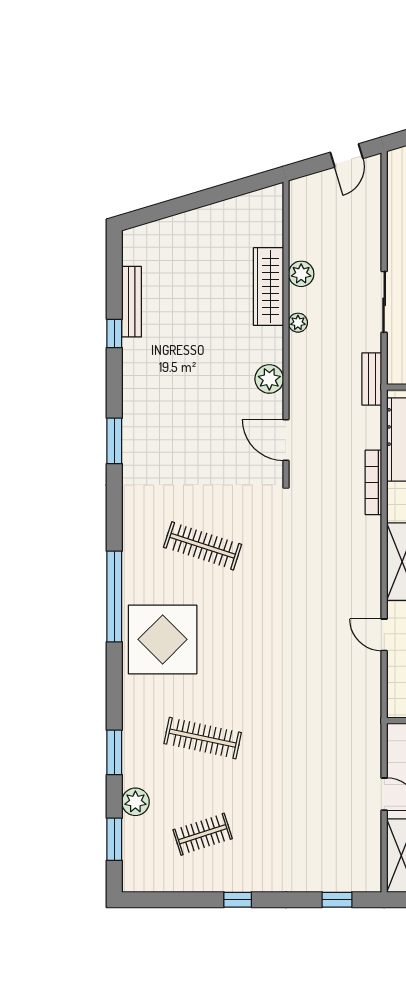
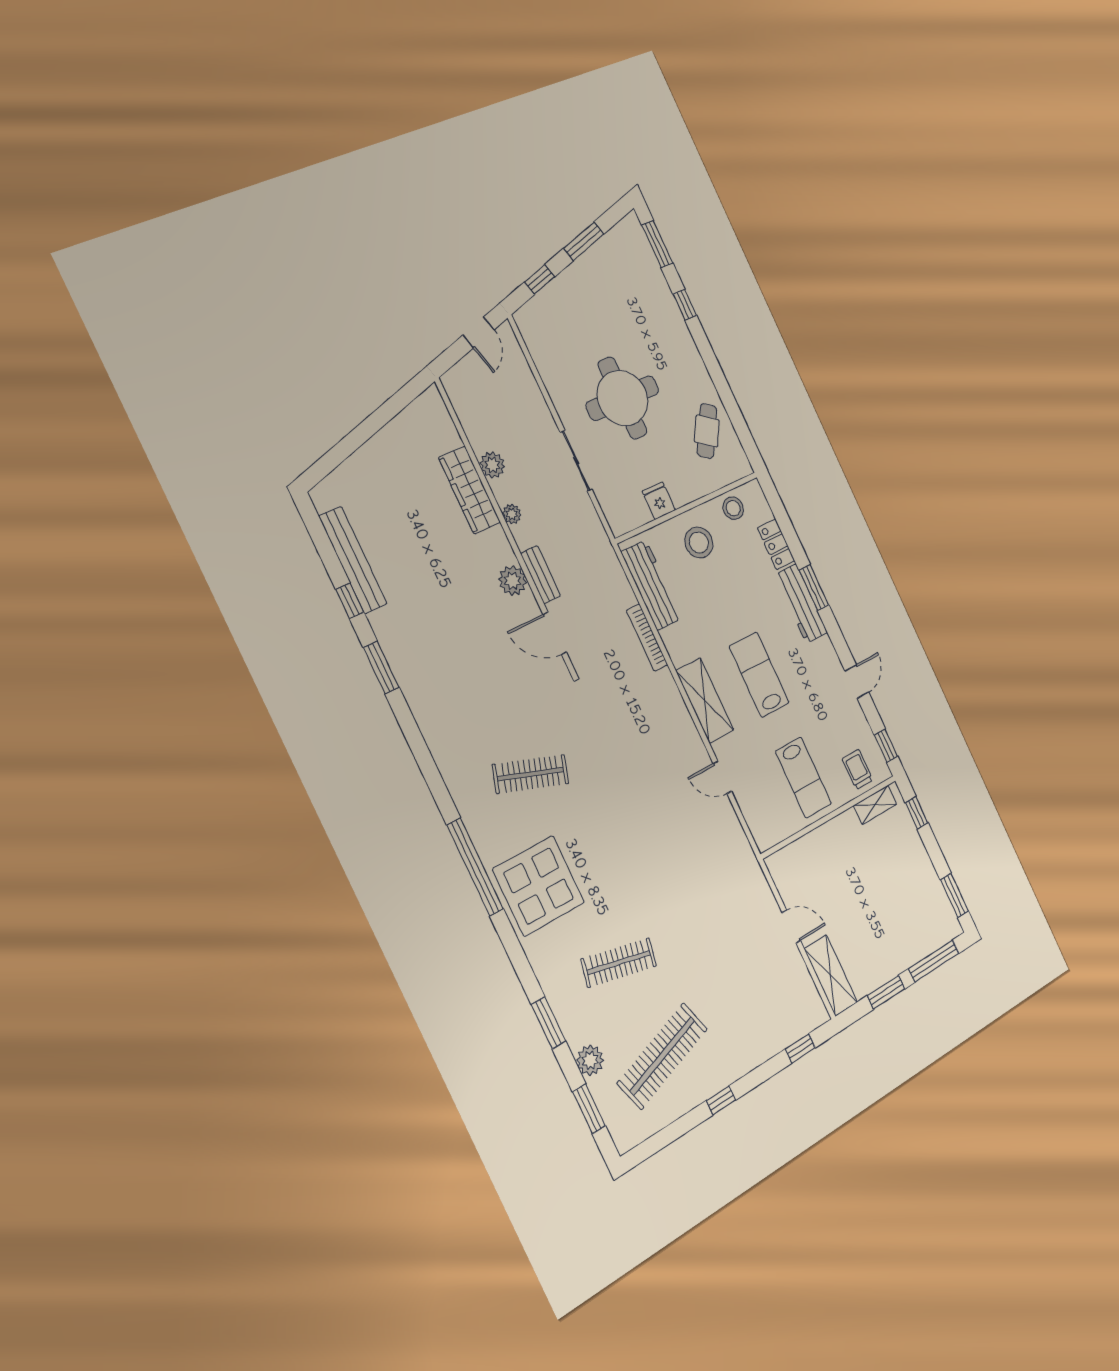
bench: (132, 302) -> (353, 560), width x1.37, depth x1.21
bench: (372, 379) -> (541, 575), moved
window: (114, 441) -> (381, 667), moved
clothes rail: (203, 834) -> (662, 1056), width x1.86, depth x1.31

